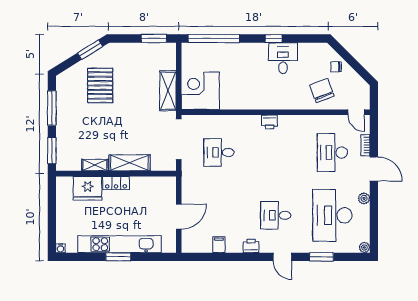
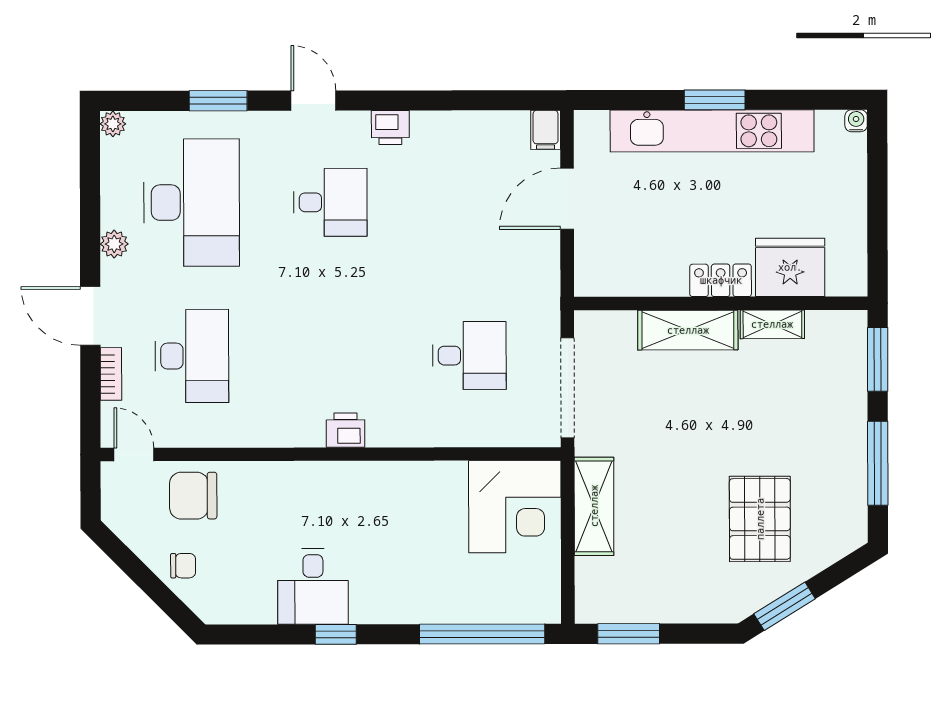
chair: (322, 91) -> (193, 496), moved, turned 111
filing cabinet: (219, 245) -> (546, 130), moved

